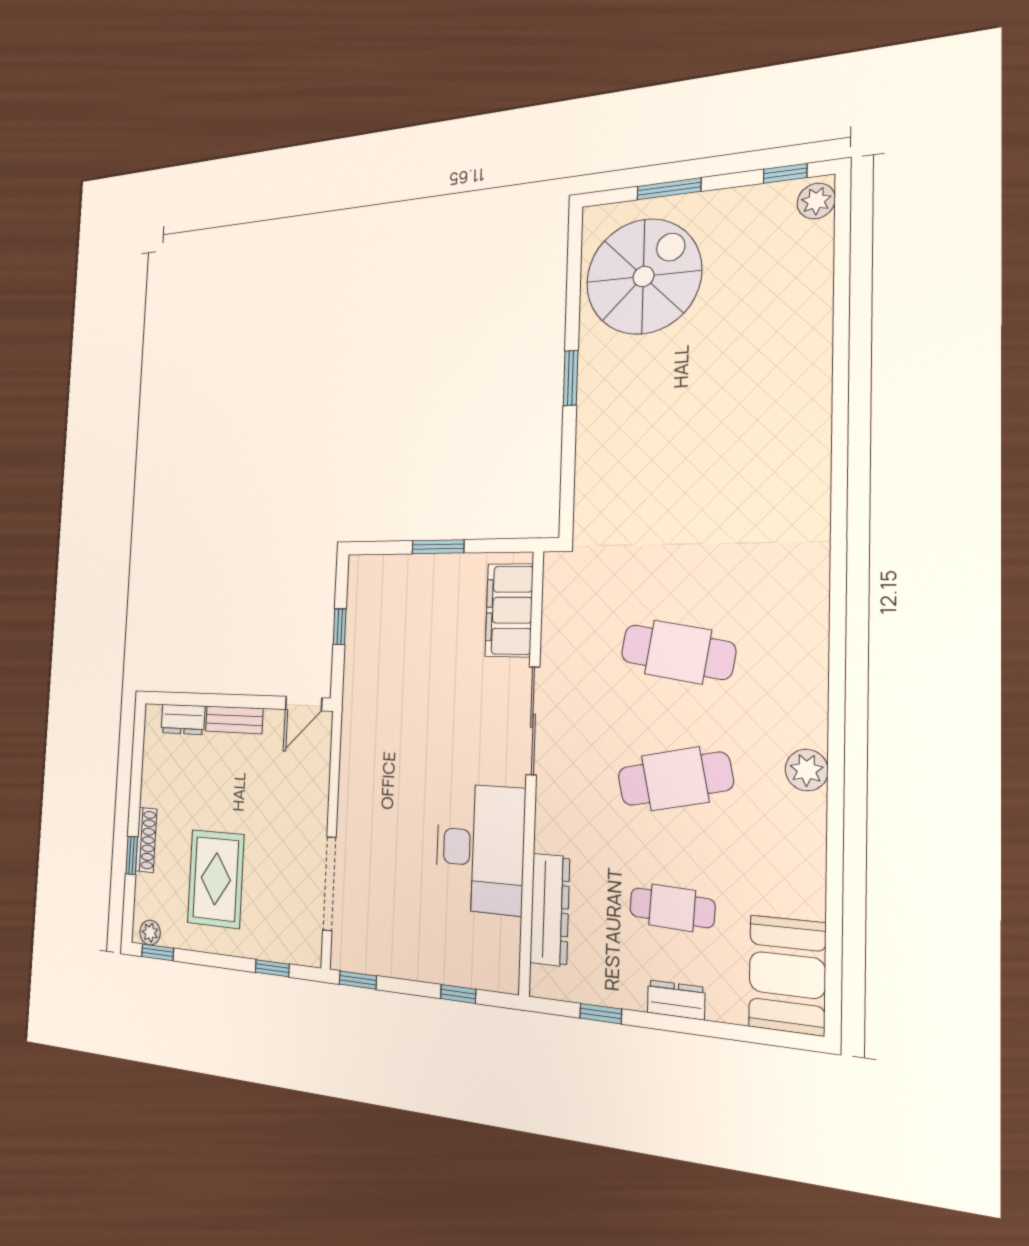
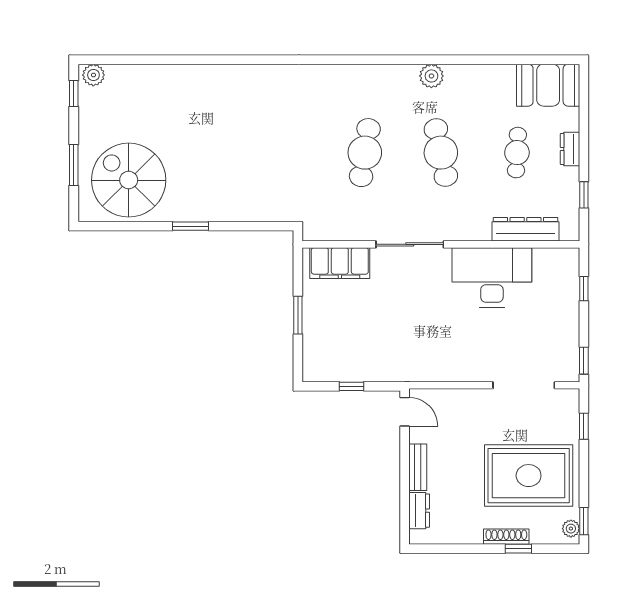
rug: (216, 879) -> (529, 476), width x1.37, depth x1.44

